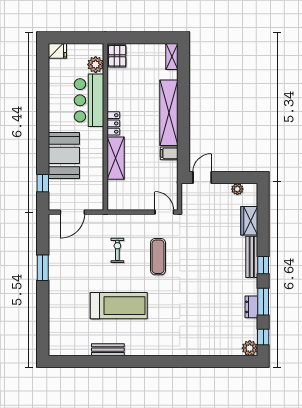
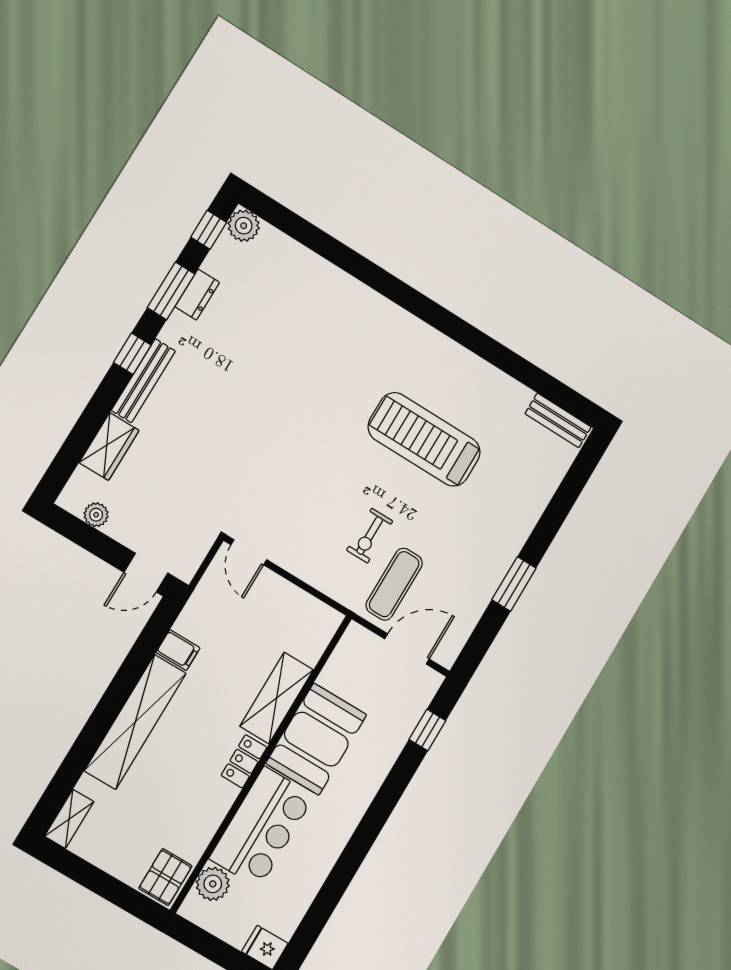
booth: (64, 155) -> (316, 739), moved
exercise mat: (158, 257) -> (394, 584), moved
bench: (108, 350) -> (558, 420), moved

